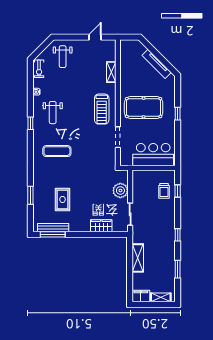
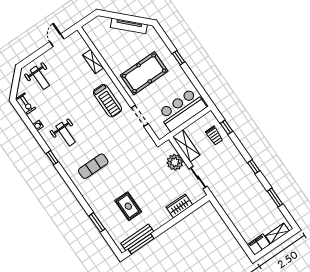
shelving: (138, 258) -> (186, 146), moved

